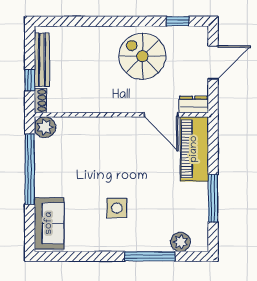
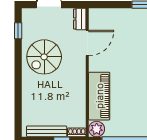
piano: (194, 149) -> (99, 96), moved, turned -90

